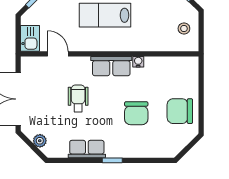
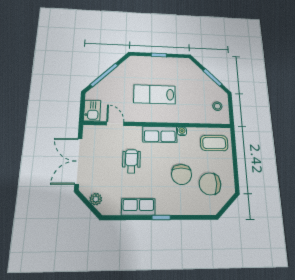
coffee table: (177, 76) -> (214, 143), added
chair: (180, 111) -> (210, 184), moved

